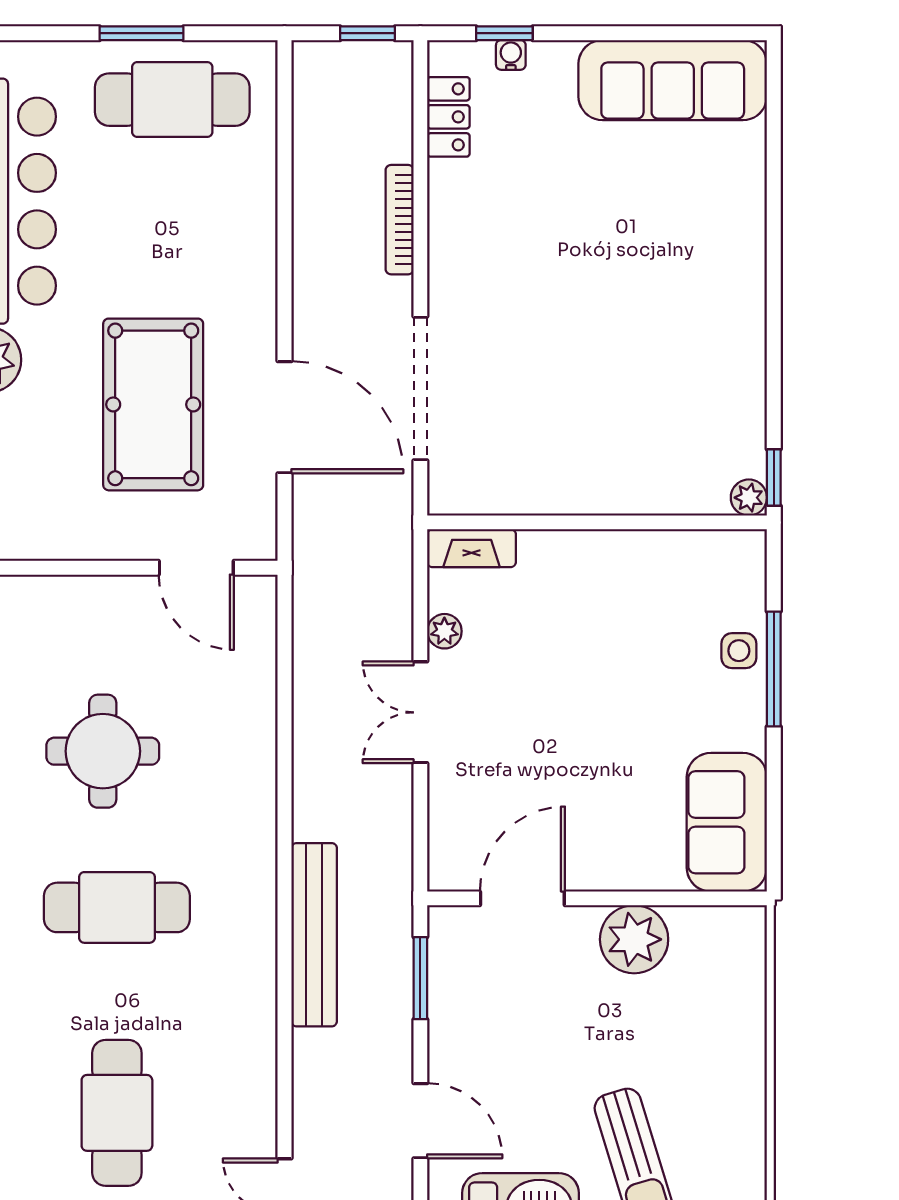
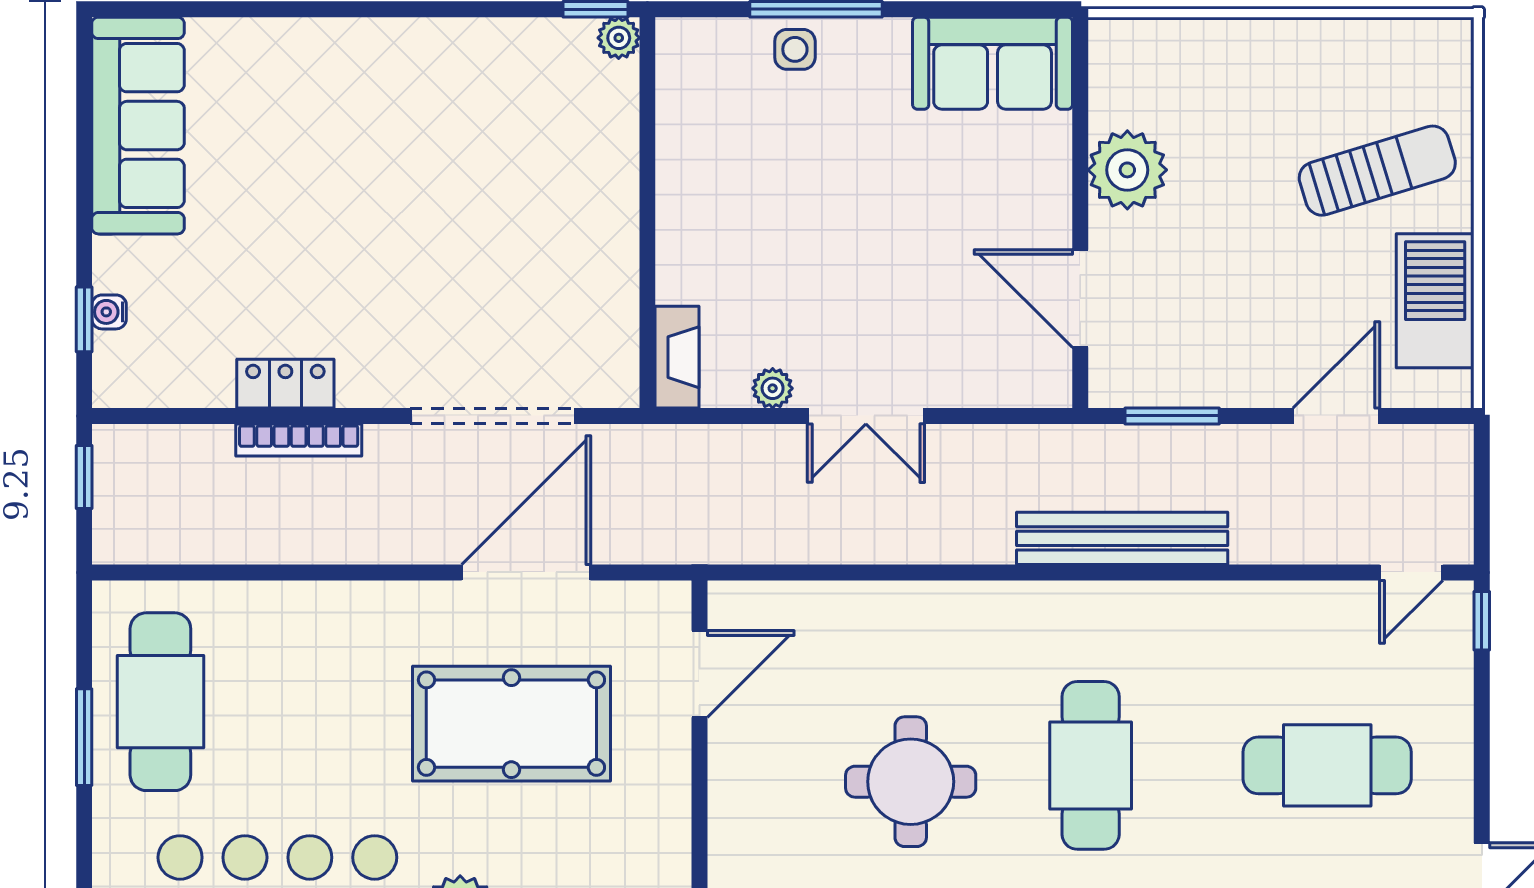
locker: (448, 117) -> (285, 384), moved

